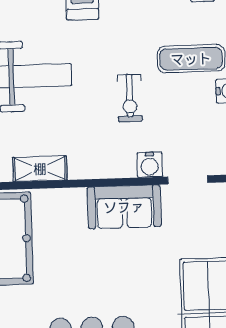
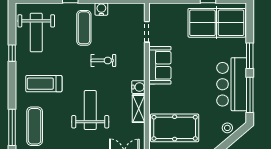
water cooler: (150, 165) -> (138, 87), moved

